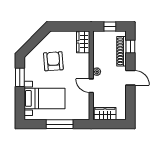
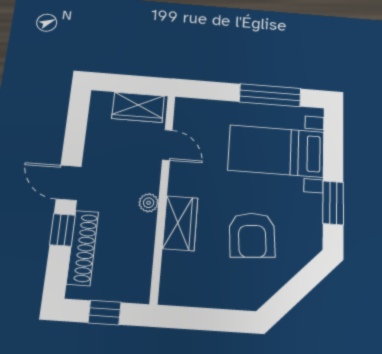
wardrobe: (83, 42) -> (180, 223), moved
window: (130, 46) -> (62, 230), moved
door: (91, 86) -> (167, 145), moved
window: (60, 124) -> (270, 95), moved

